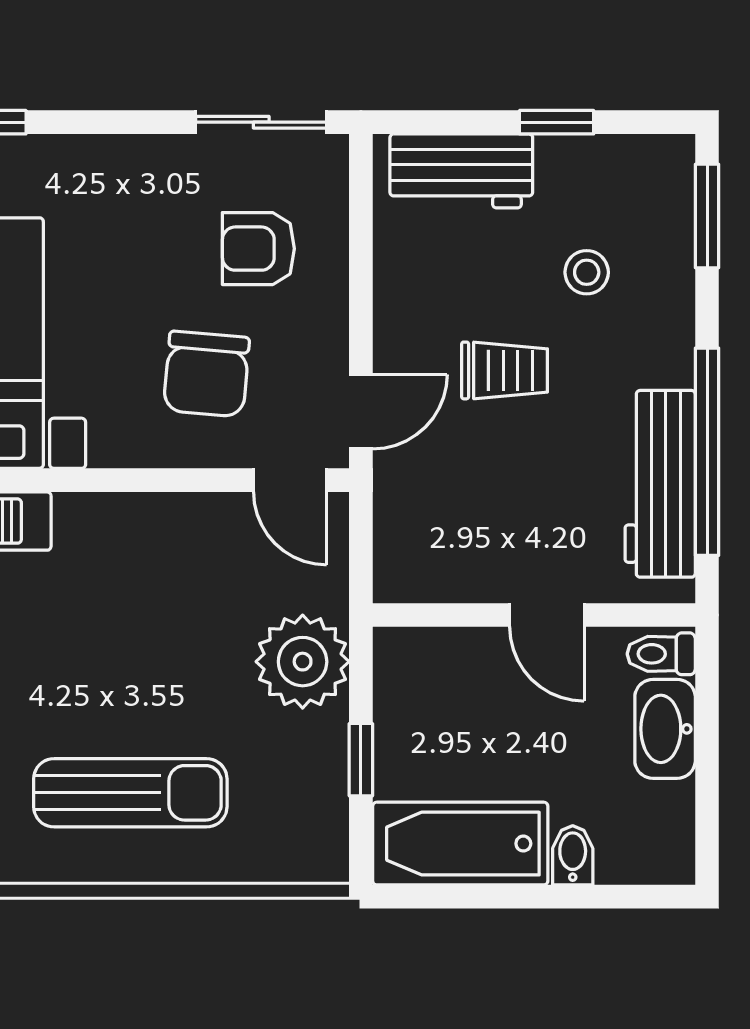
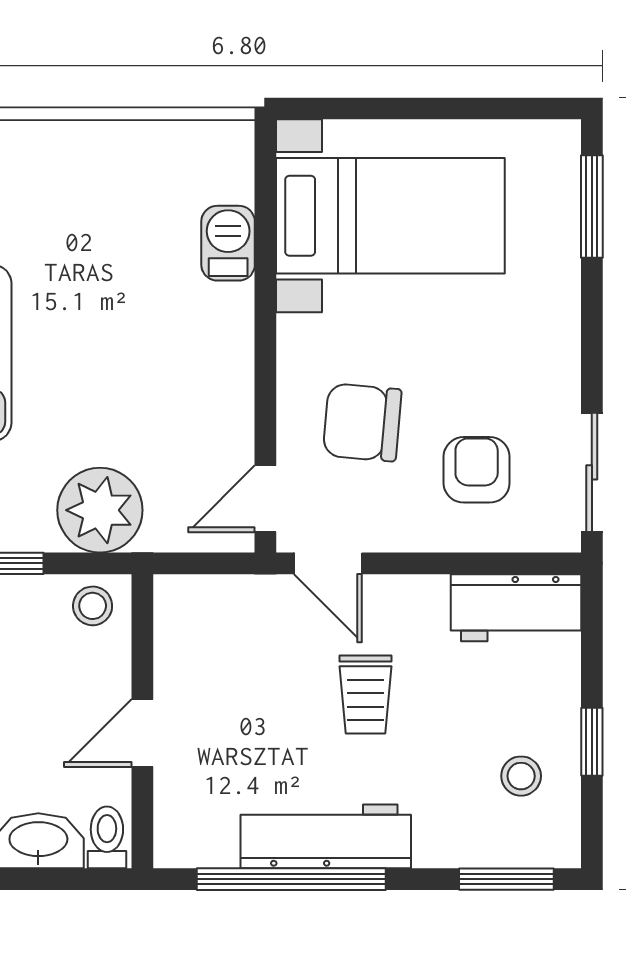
workbench: (461, 171) -> (516, 608), moved, turned -90
stool: (587, 272) -> (521, 776), moved
workbench: (660, 484) -> (326, 836), moved
stool: (408, 670) -> (93, 606), added

